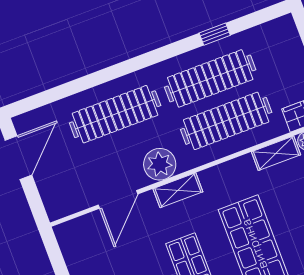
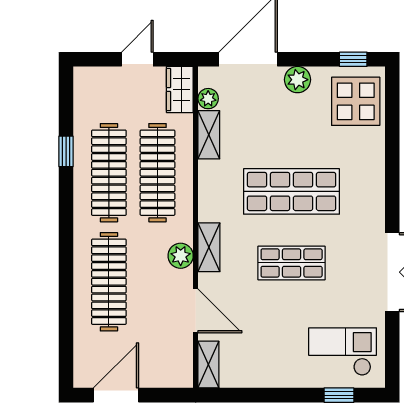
door: (18, 158) -> (116, 395), hinge flipped
plant: (160, 164) -> (181, 256), width x0.73, depth x0.73
shelving: (75, 228) -> (208, 365), added

